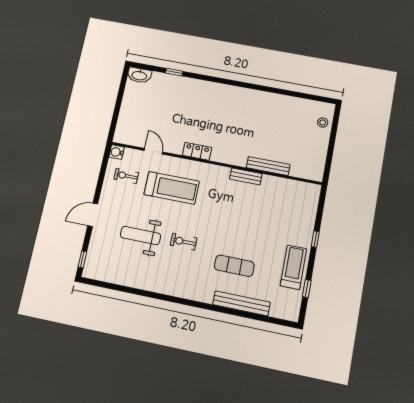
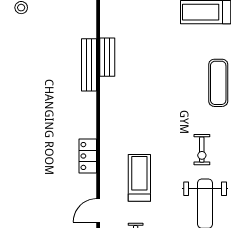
bench: (246, 176) -> (107, 57), moved
treadmill: (172, 188) -> (139, 178), width x0.73, depth x0.73

